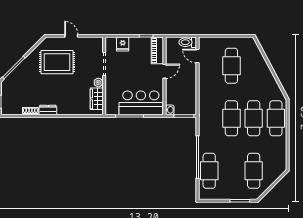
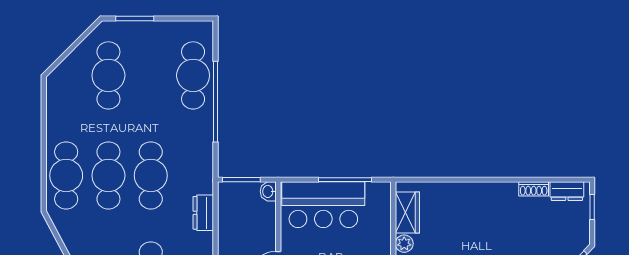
dresser: (204, 99) -> (203, 213), added
dresser: (48, 110) -> (567, 191), moved

